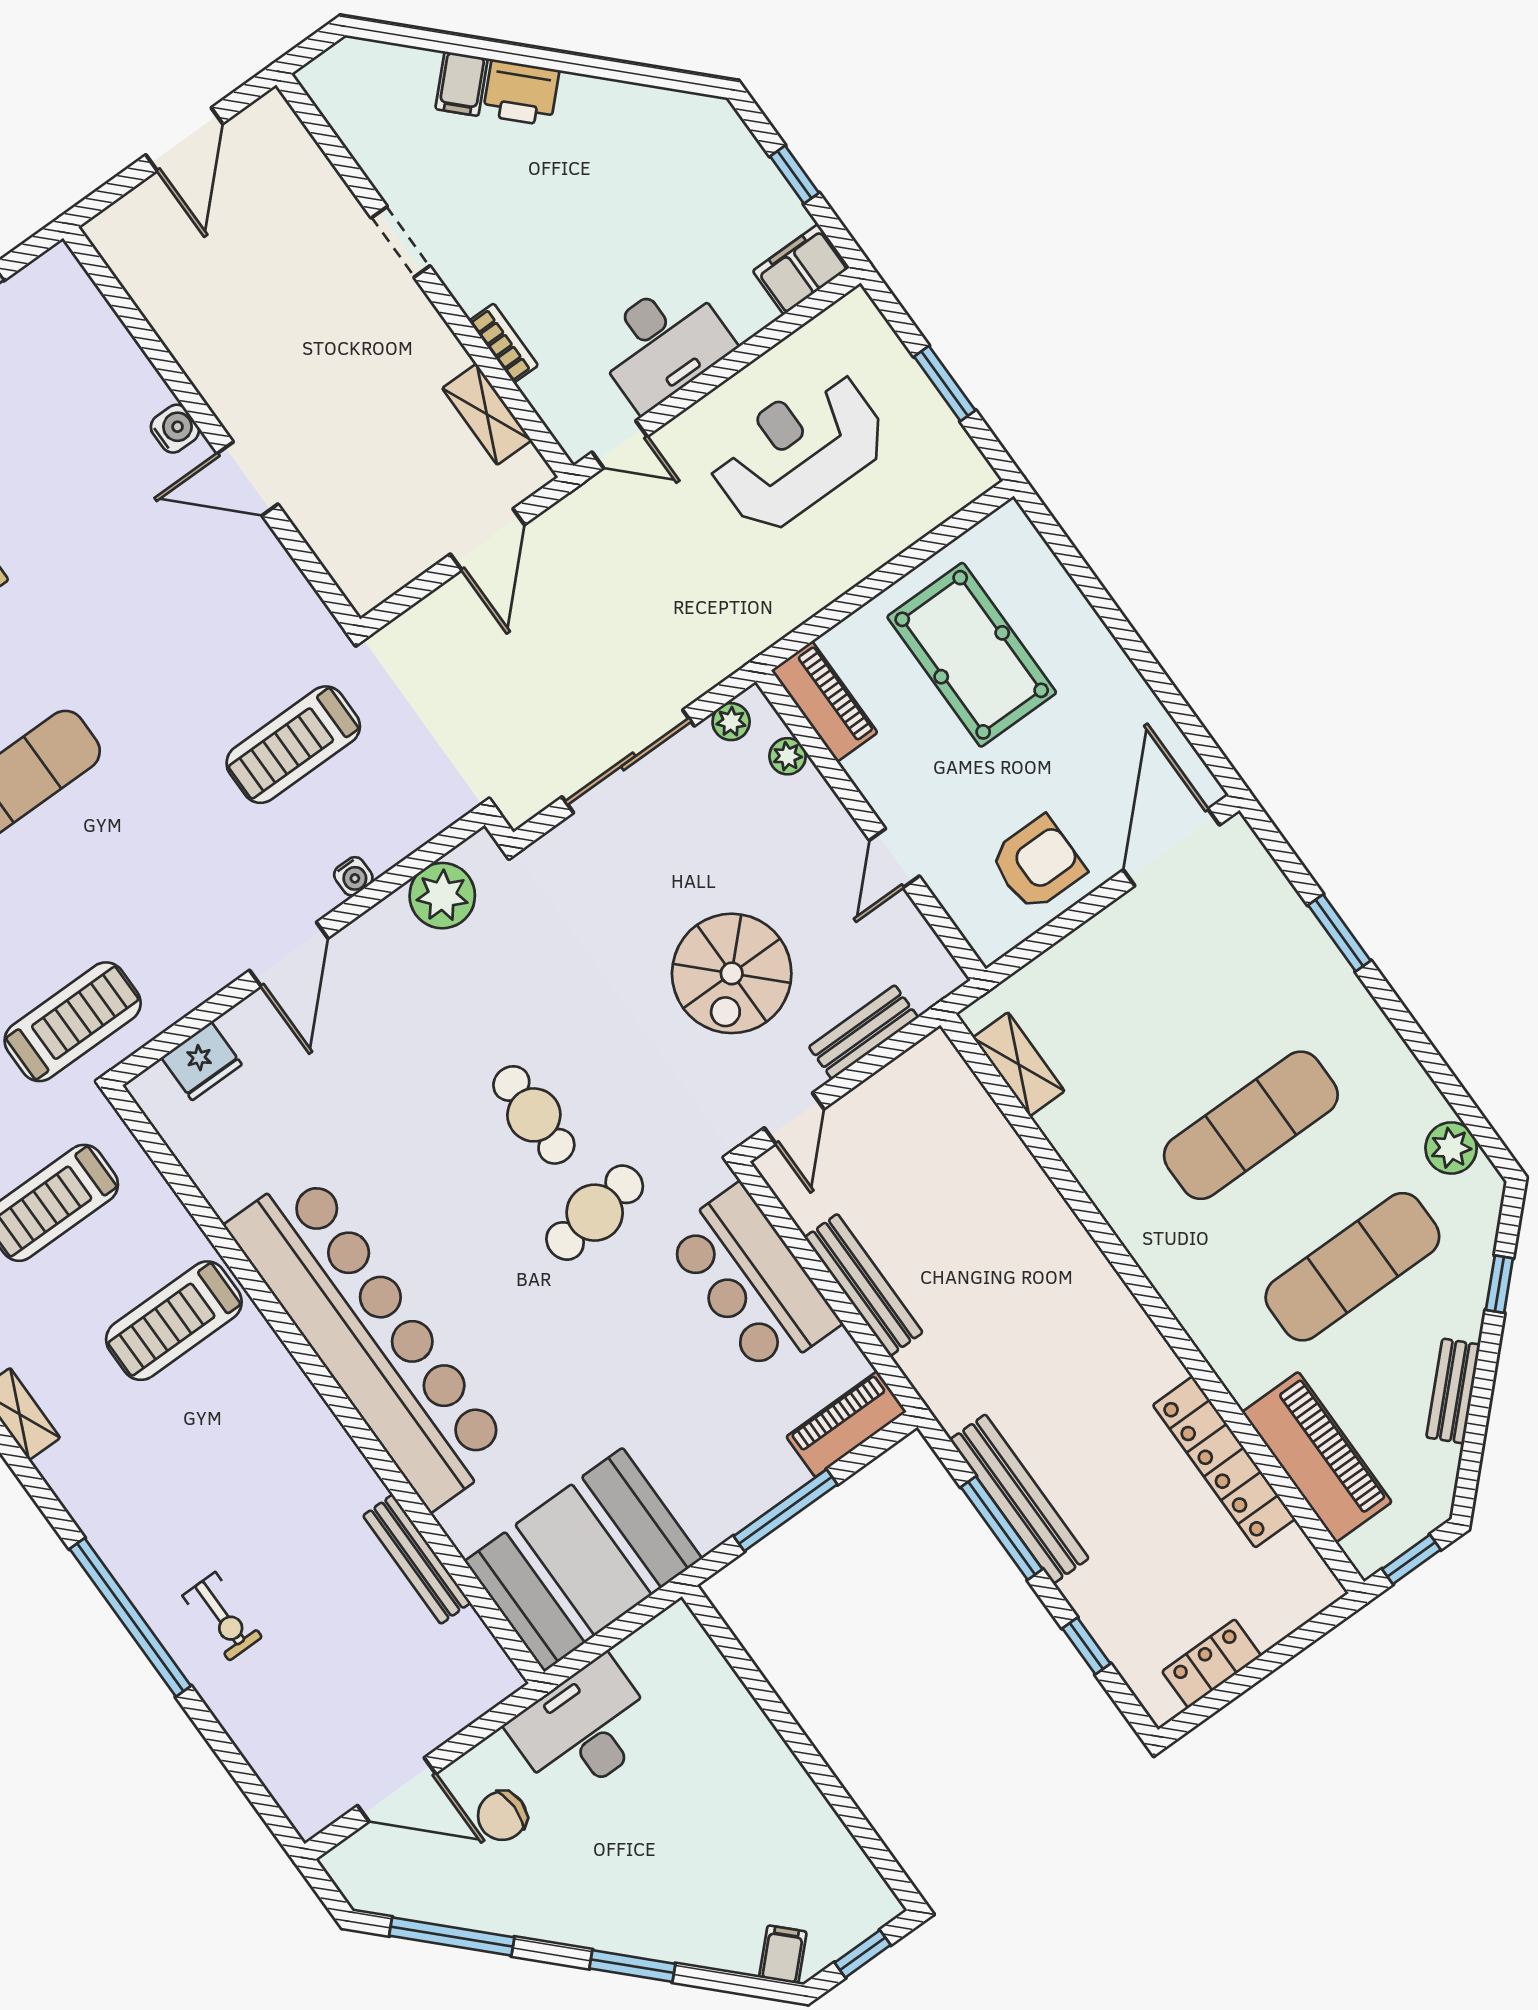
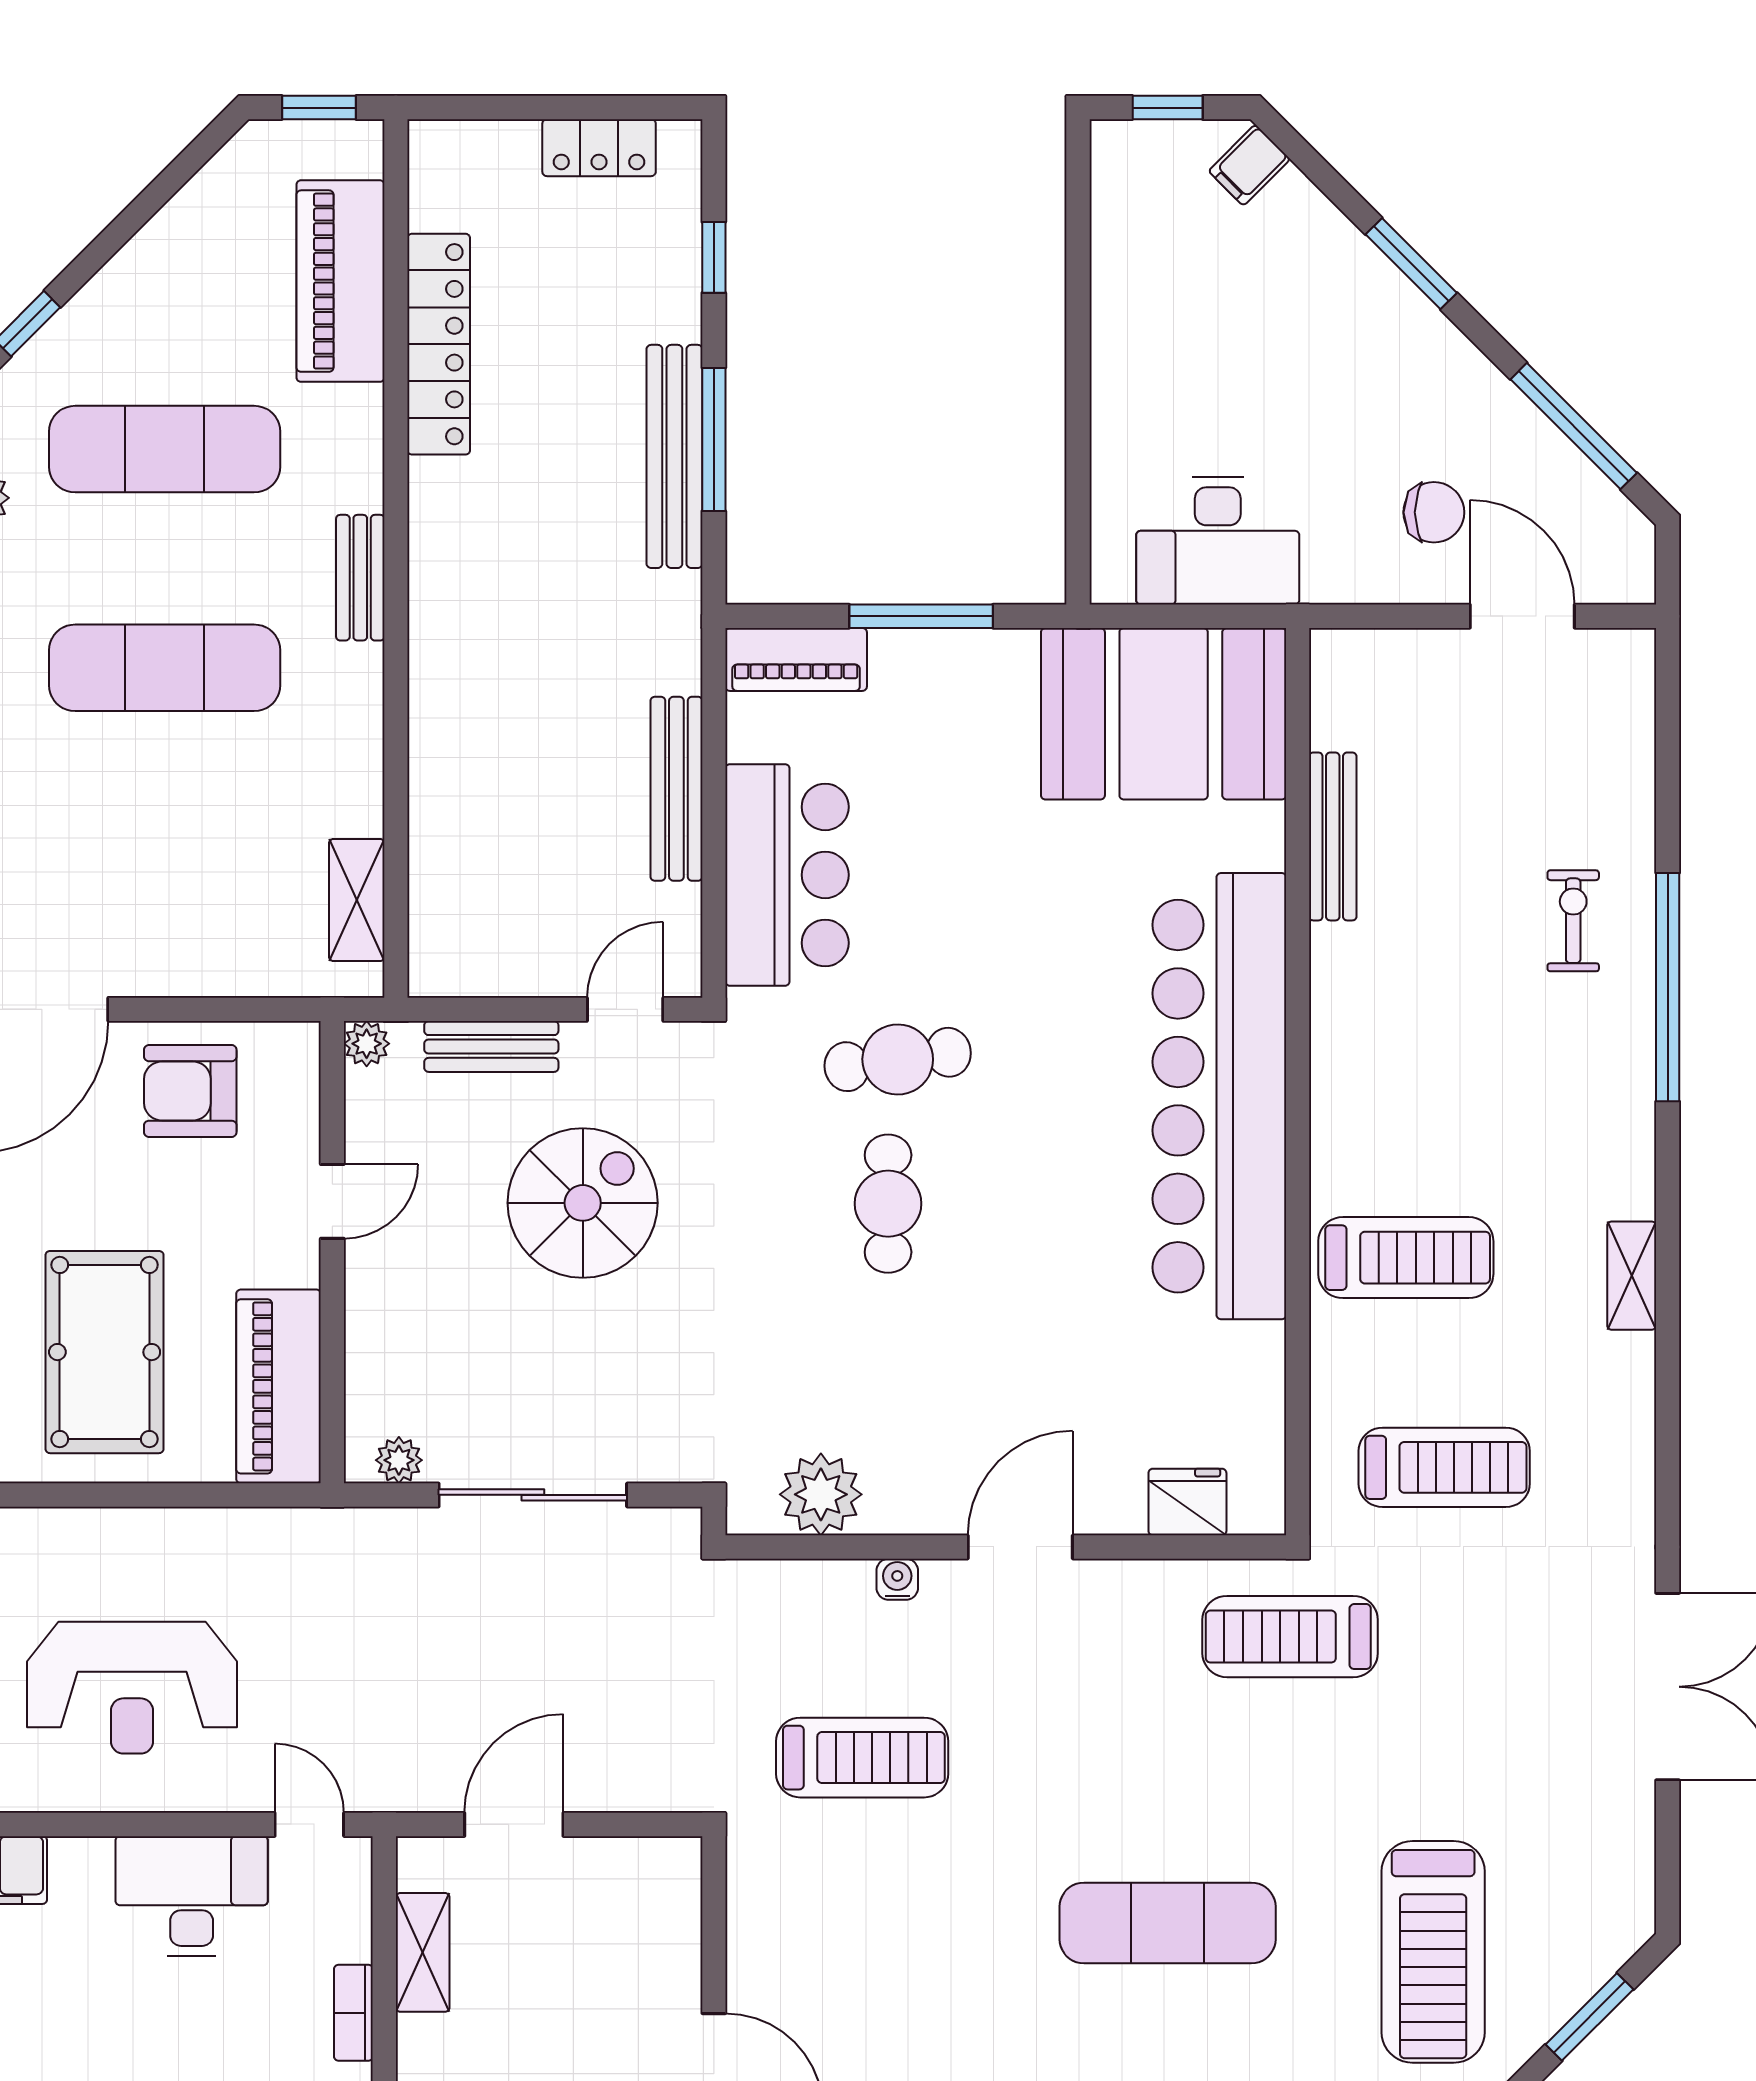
piano: (824, 701) -> (279, 1386), width x1.37, depth x1.33
plant: (788, 756) -> (367, 1044), moved
bench: (1453, 1391) -> (360, 578), moved, turned -45
desk: (584, 1729) -> (1218, 541), moved

